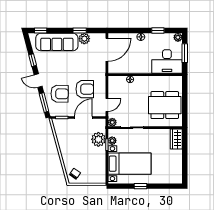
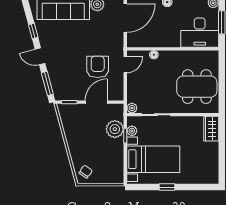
armchair: (85, 89) -> (98, 67), turned -90
armchair: (60, 94) -> (67, 73), removed
door: (107, 105) -> (125, 65), moved

